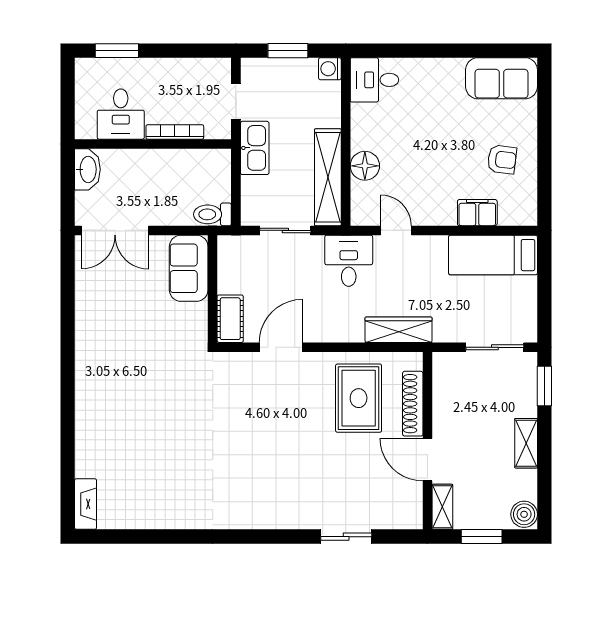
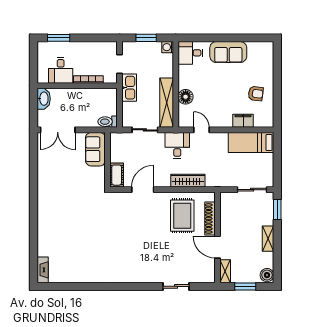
sofa: (501, 78) -> (228, 52), moved
wardrobe: (399, 330) -> (188, 181), moved

